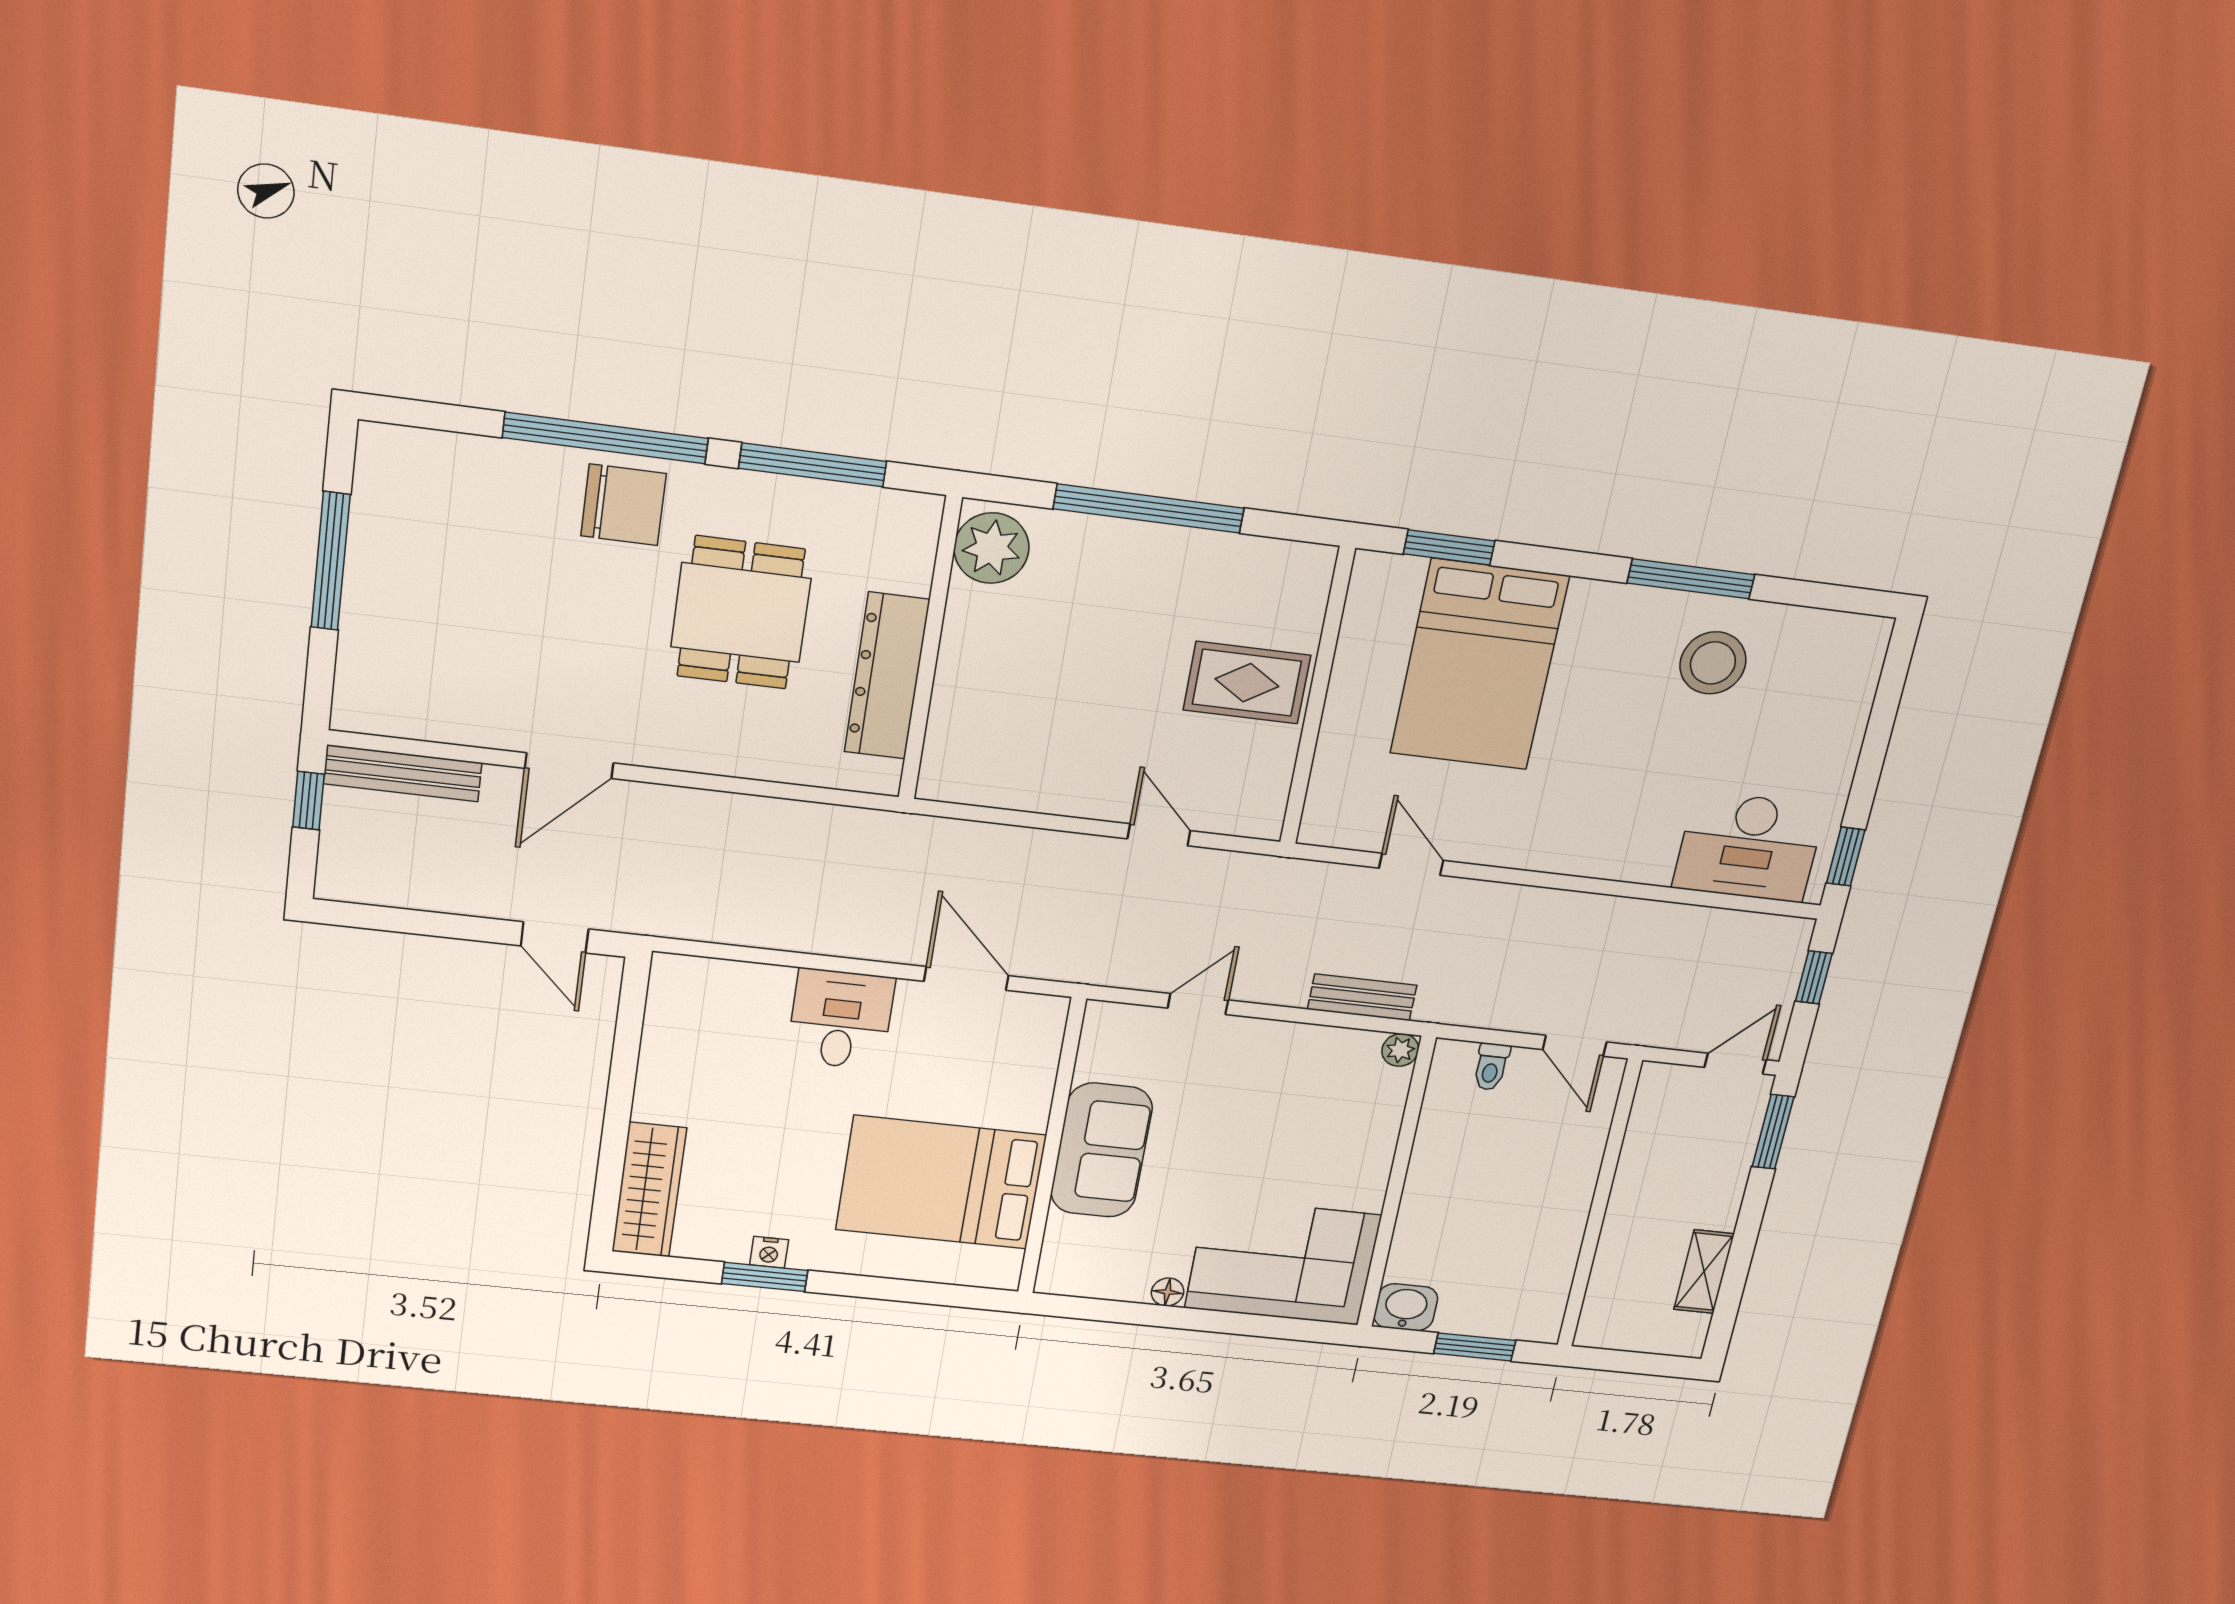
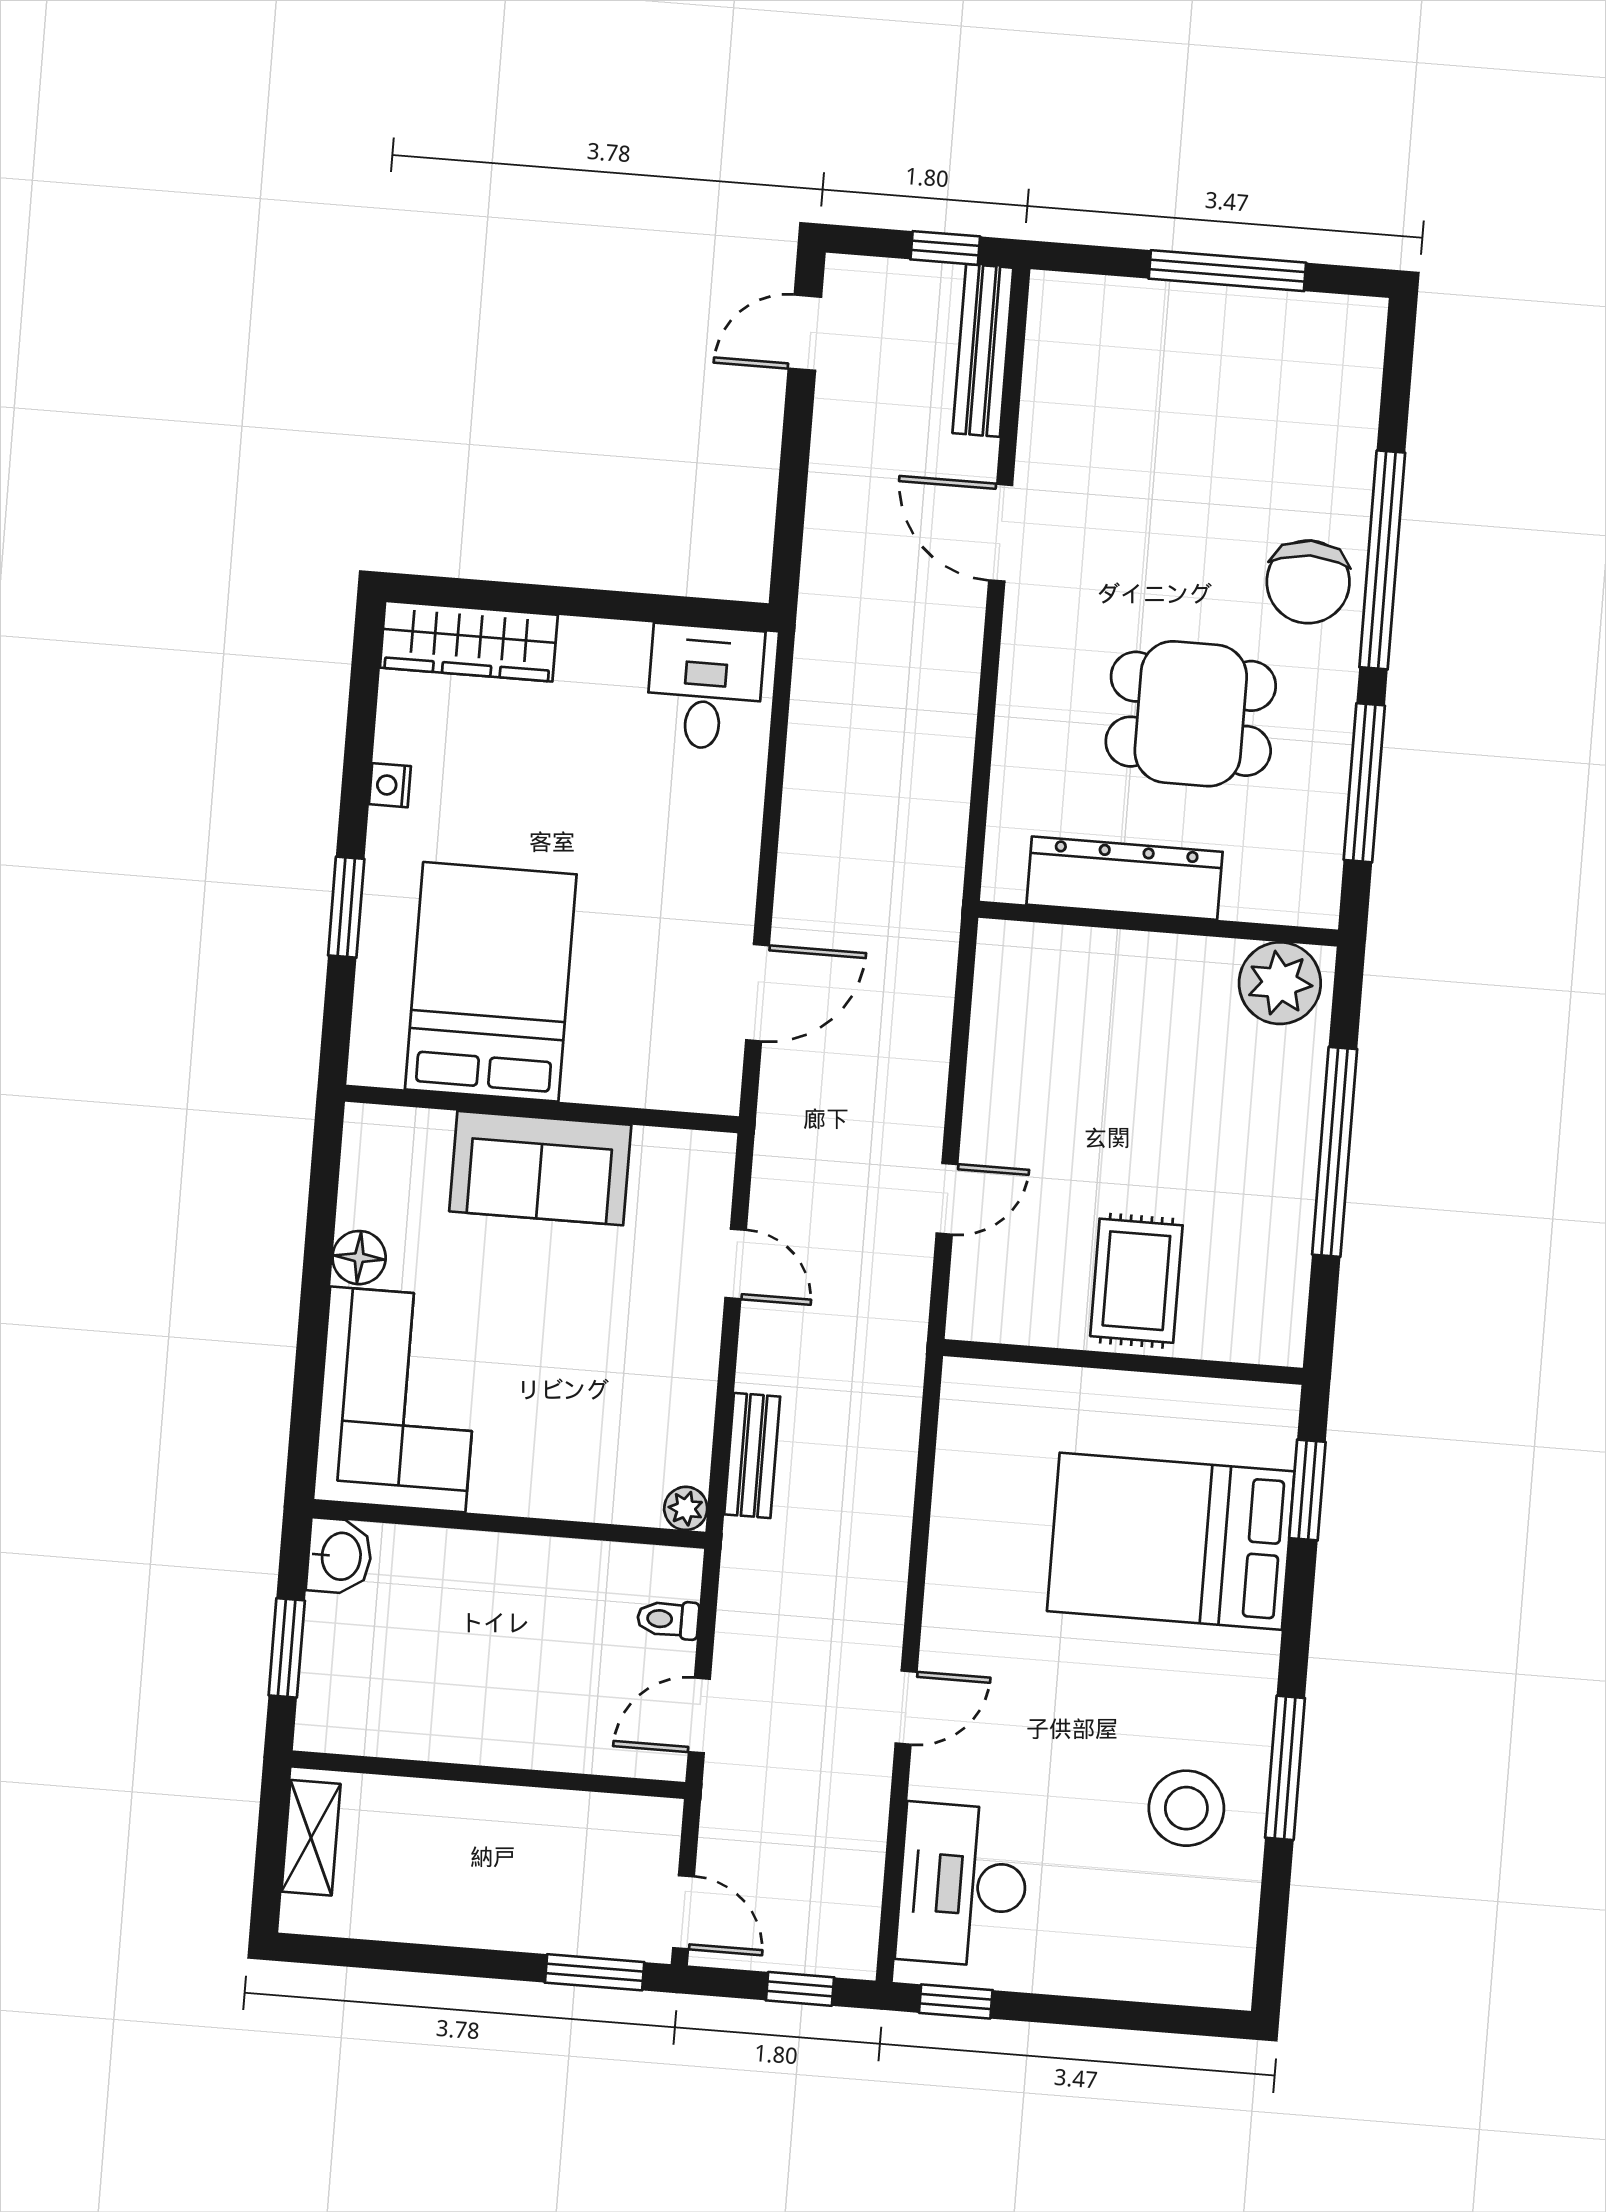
door: (1411, 864) -> (906, 1708), moved
door: (555, 937) -> (805, 333), moved
desk: (841, 1019) -> (705, 687), moved, turned -90
shelving: (1704, 1272) -> (311, 1838), moved, turned 90
window: (765, 1277) -> (346, 907), moved
floor lamp: (1168, 1292) -> (359, 1258), width x1.37, depth x1.37

